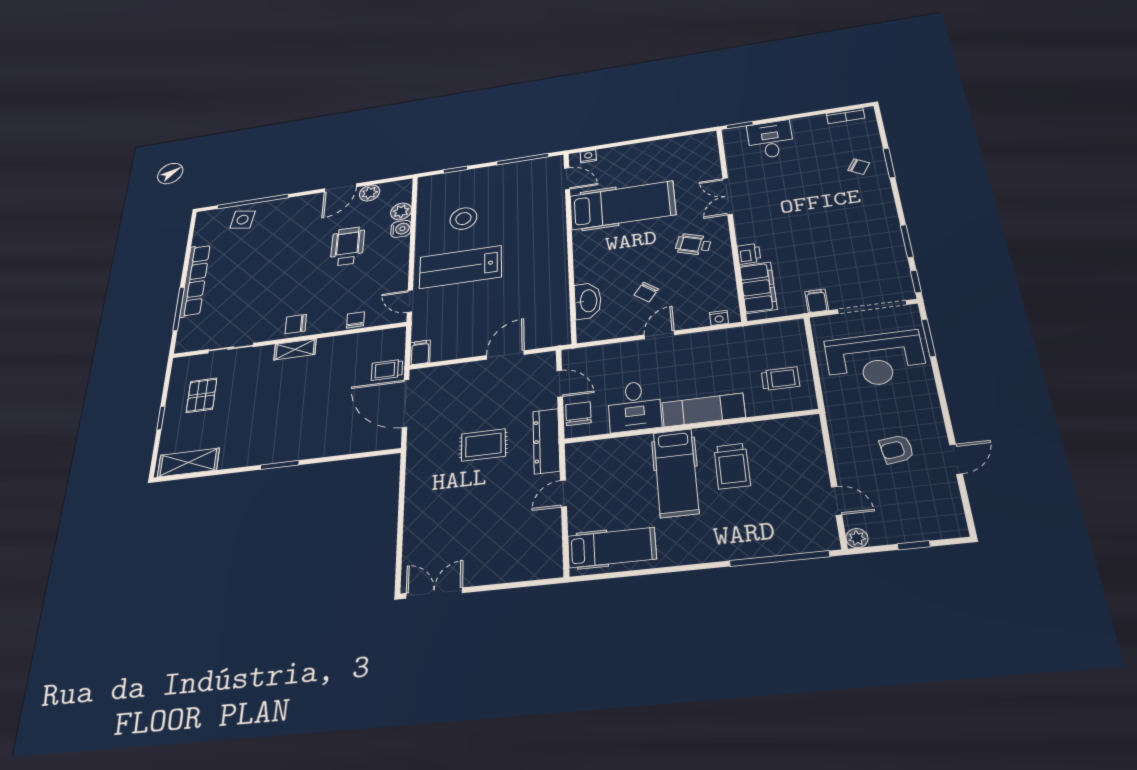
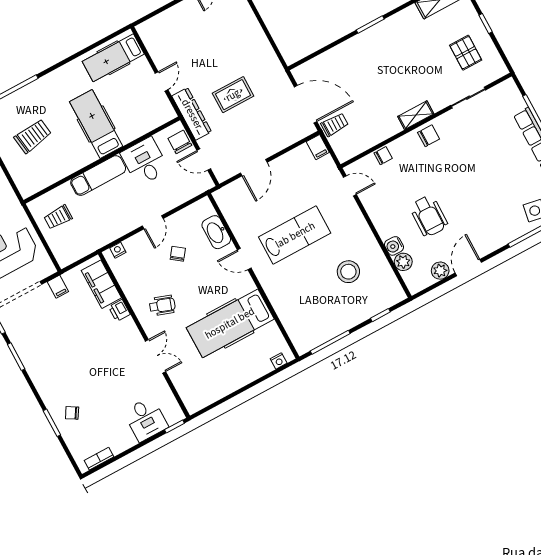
door: (567, 179) -> (244, 259), moved
lab bench: (460, 267) -> (295, 235), moved
chair: (355, 320) -> (383, 156), turned -90
chair: (578, 414) -> (180, 142), turned 180
trolley: (732, 466) -> (33, 136), moved, turned 82

